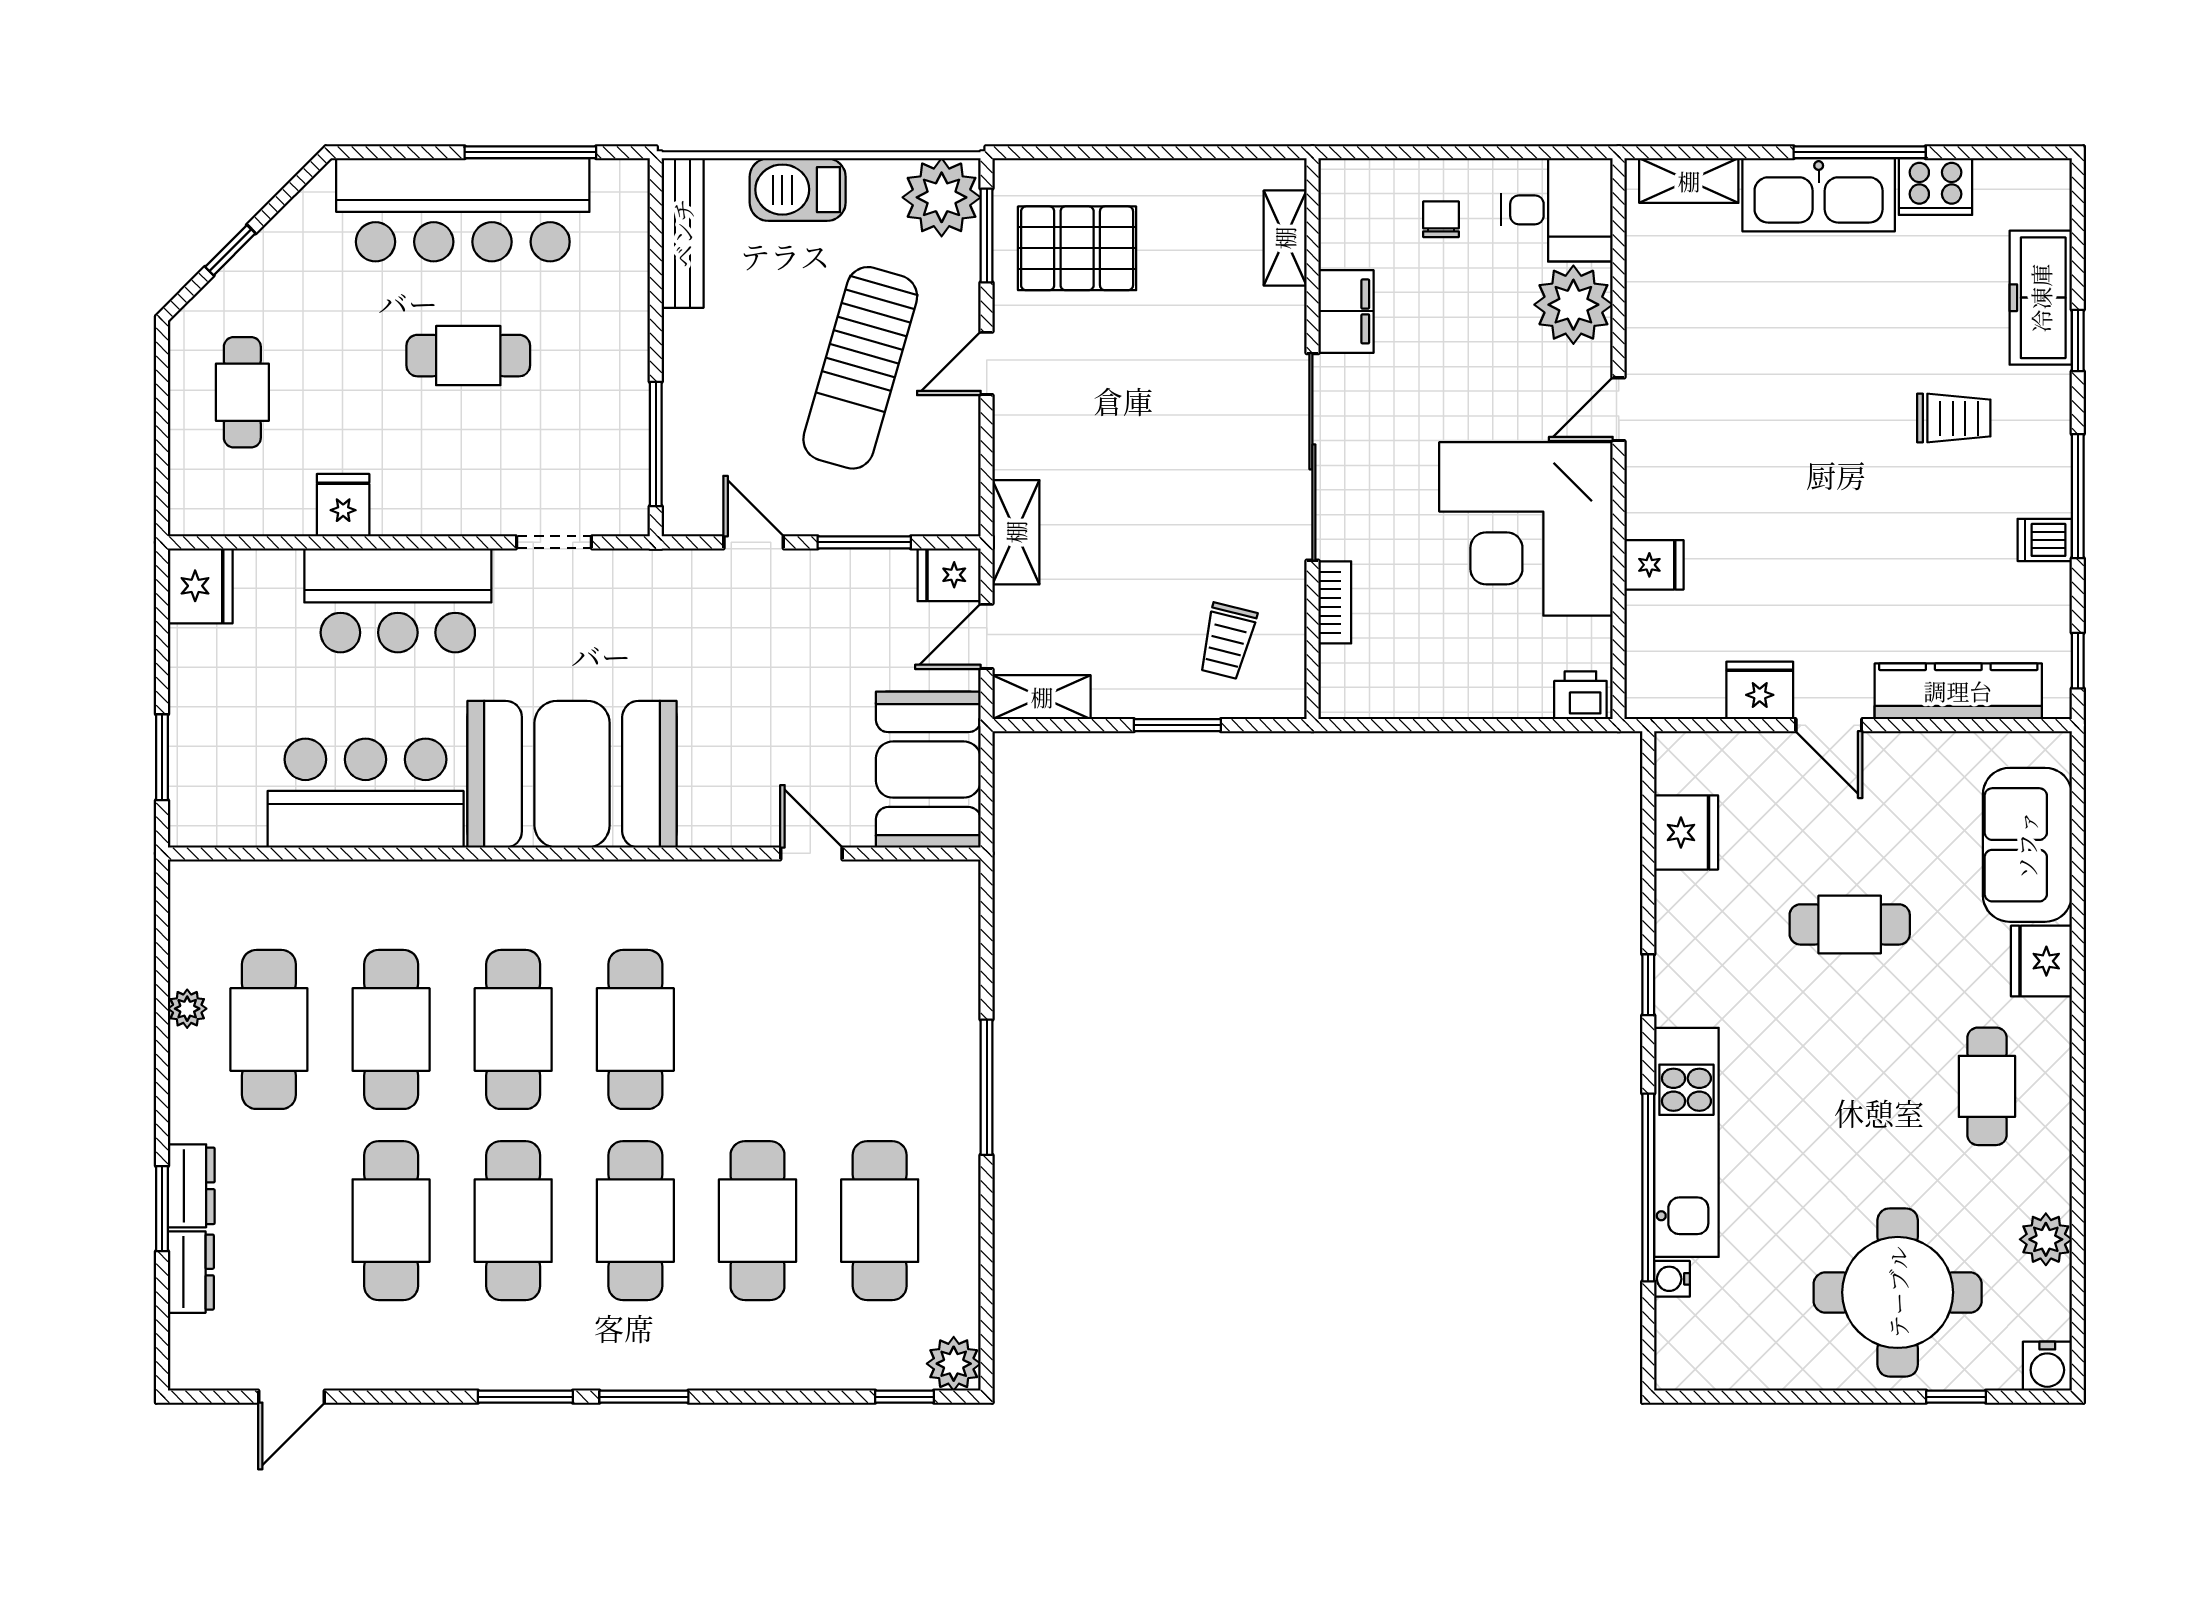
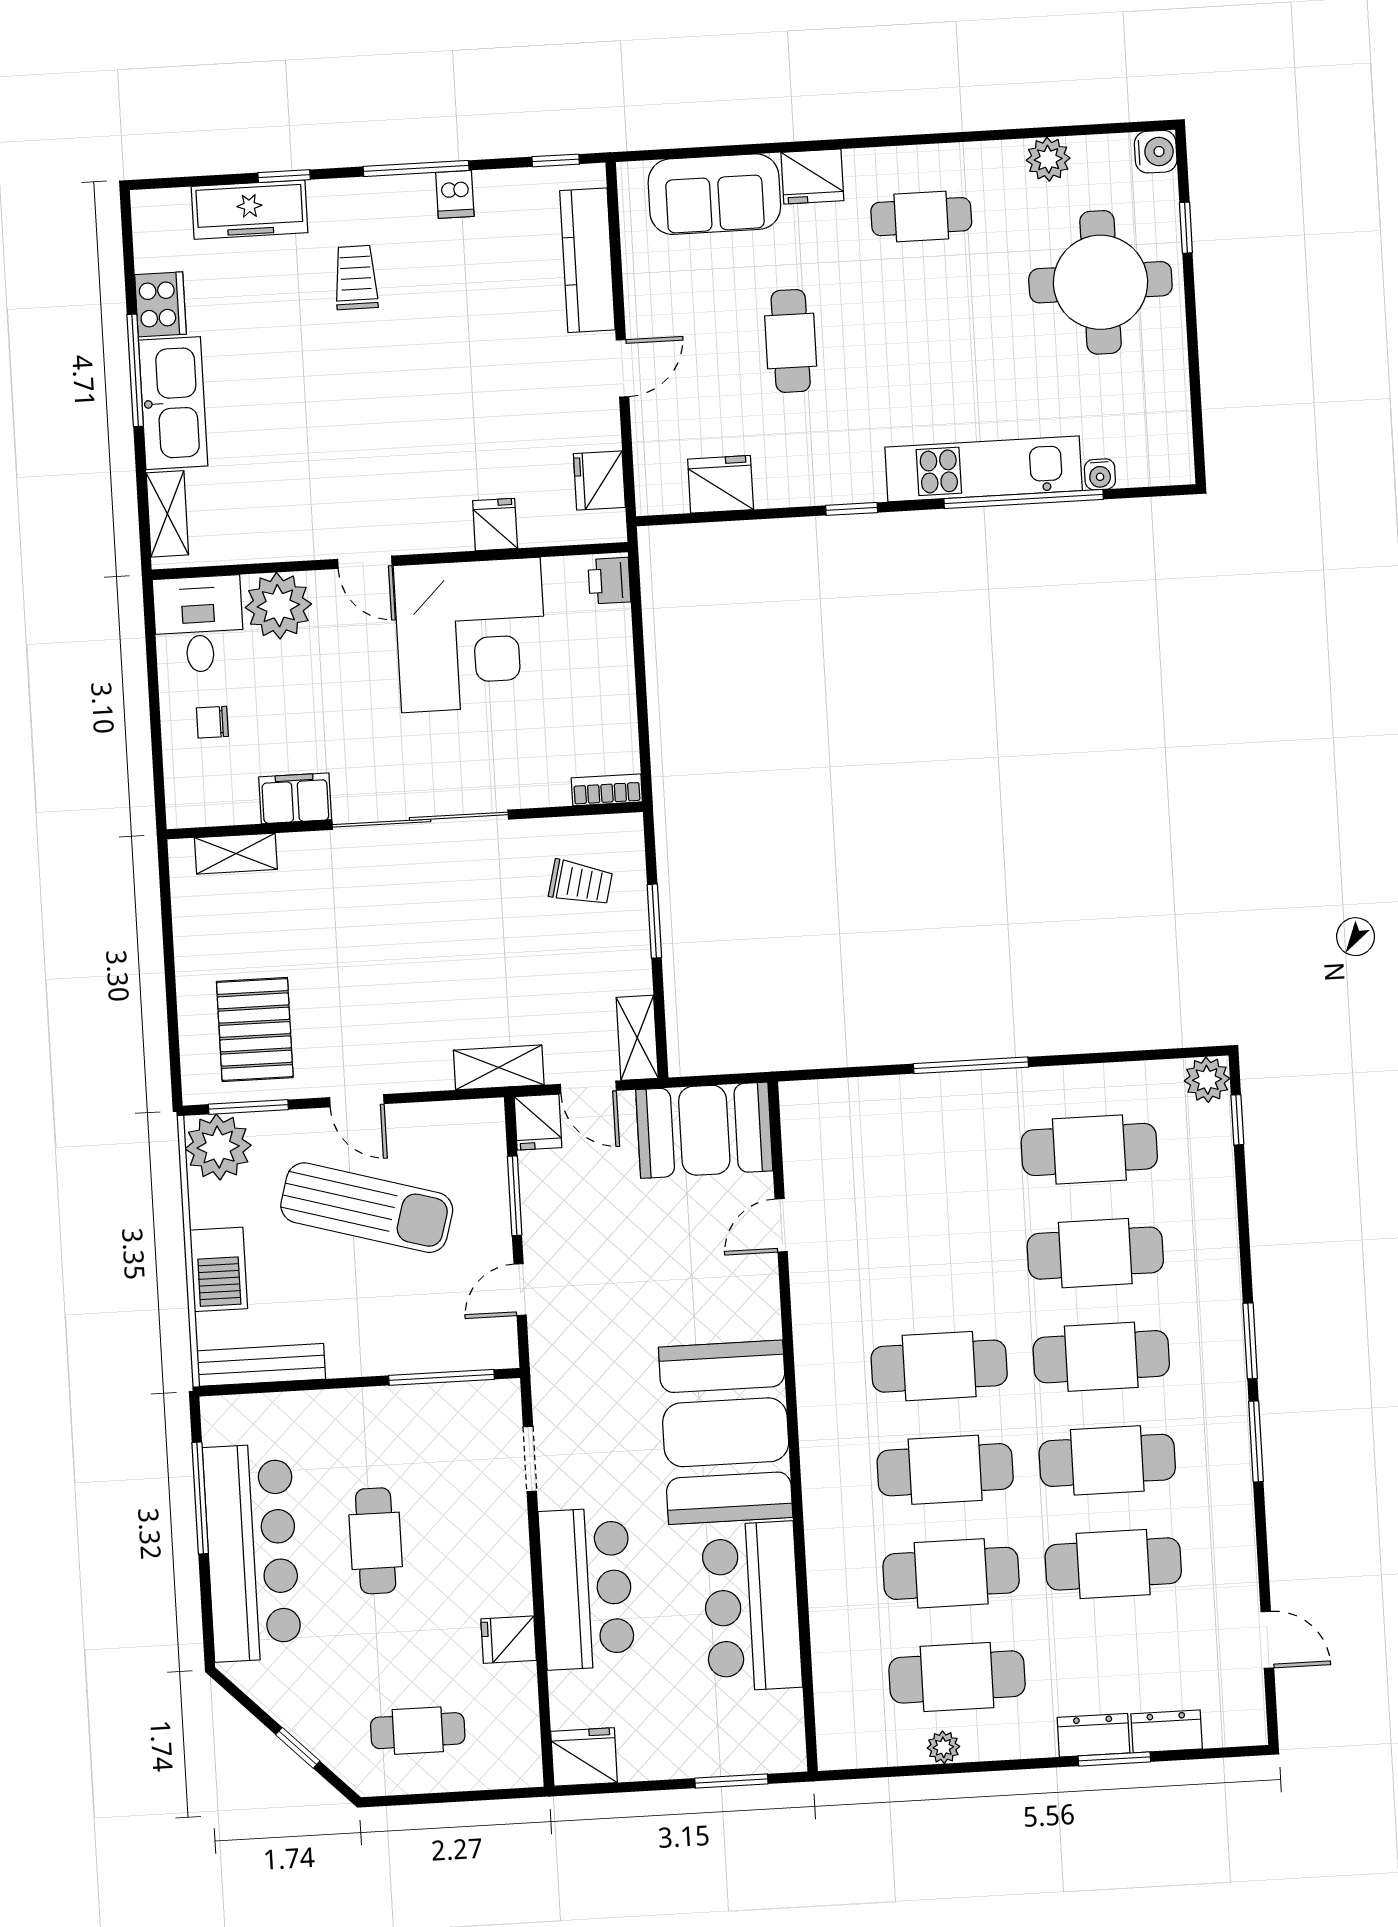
bookcase: (1335, 602) -> (607, 790), moved
fridge: (1760, 690) -> (599, 481), moved

